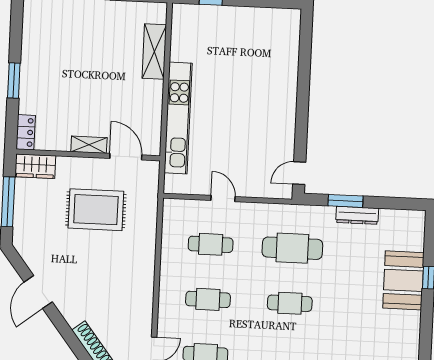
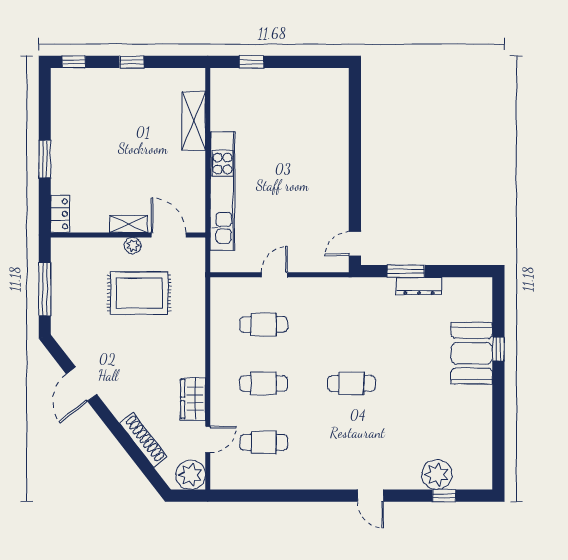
plant: (92, 165) -> (133, 246), added
wardrobe: (35, 166) -> (193, 399), moved, turned 90
door: (223, 199) -> (275, 275), hinge flipped
cafe table: (292, 248) -> (351, 324), removed

